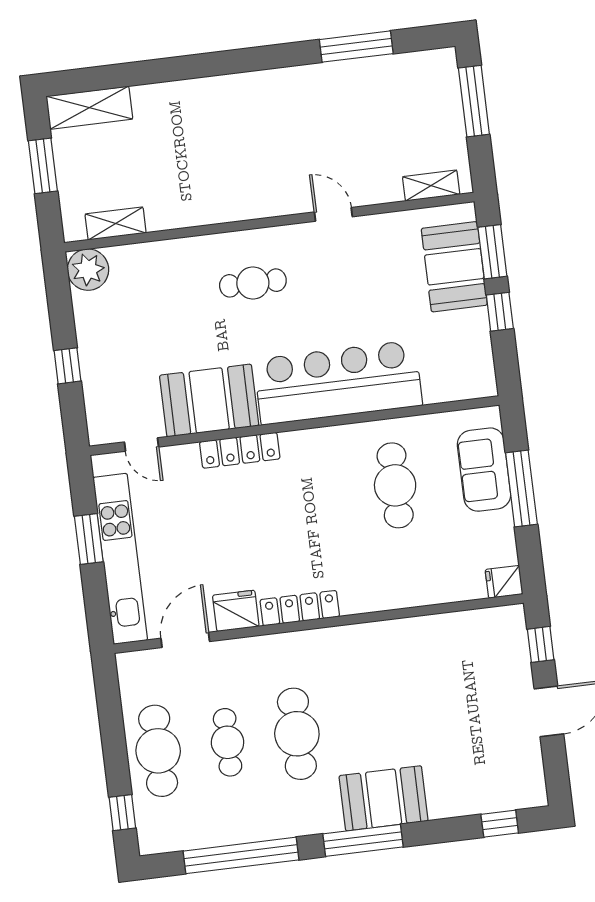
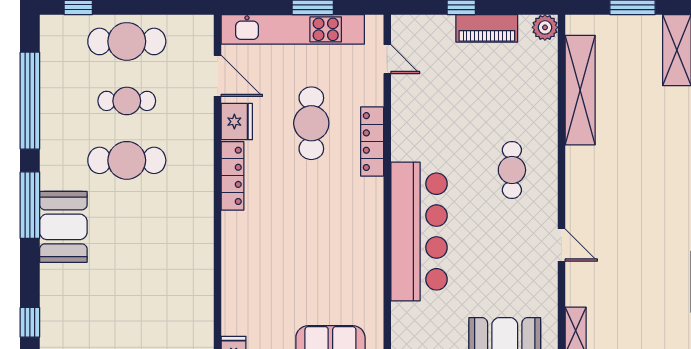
door: (333, 214) -> (562, 245), hinge flipped
shelving: (116, 223) -> (580, 90), width x2.20, depth x1.33
plant: (88, 270) -> (545, 27), width x0.73, depth x0.73
piano: (91, 333) -> (487, 28), added
booth: (209, 400) -> (417, 121), removed
door: (141, 444) -> (387, 59), swing flipped
cafe table: (395, 485) -> (311, 123), moved, turned 90

